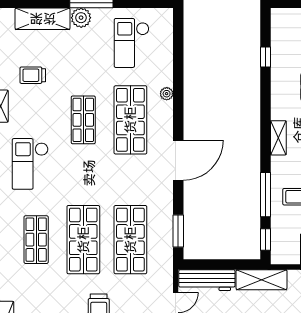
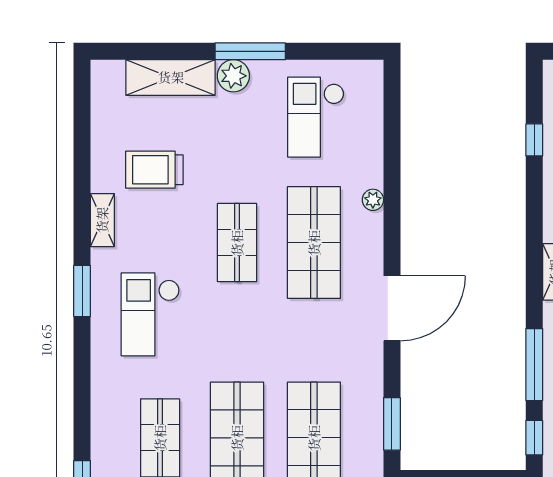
trolley: (33, 75) -> (154, 170), width x1.36, depth x1.39

